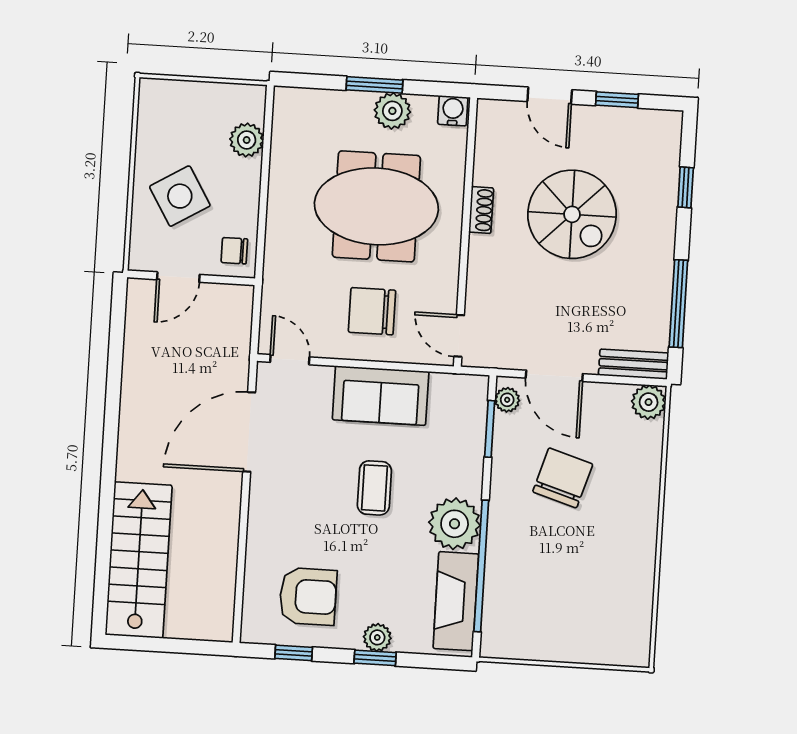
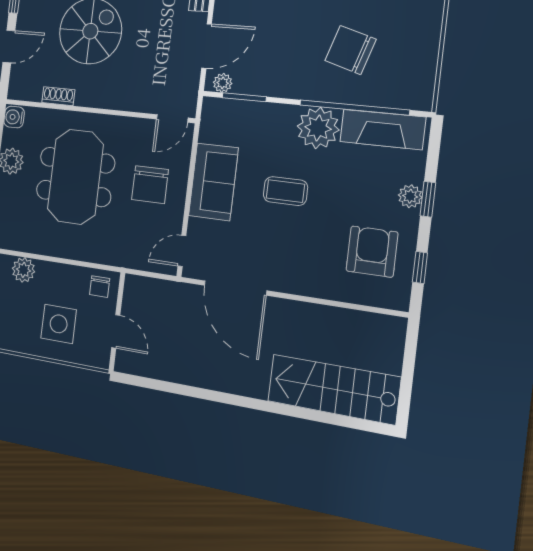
side table: (180, 196) -> (59, 324), turned 31
shoe rack: (481, 210) -> (58, 96), moved
chair: (563, 478) -> (350, 50), moved

